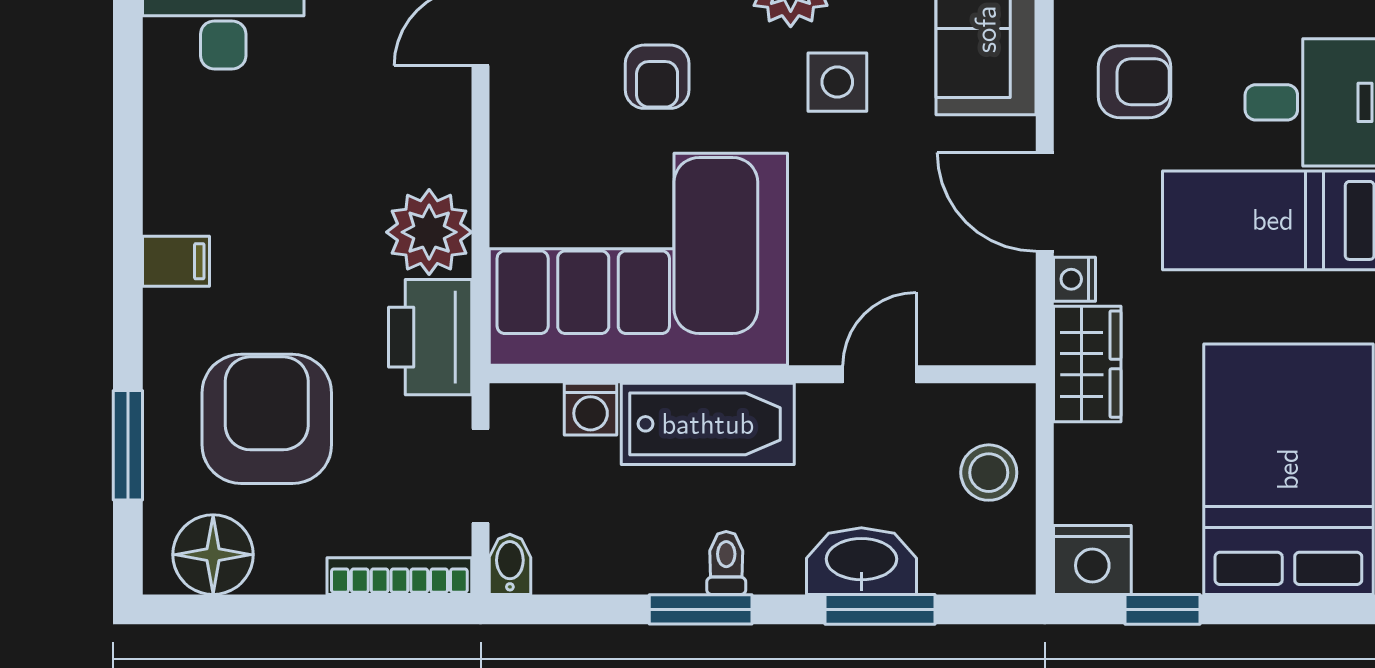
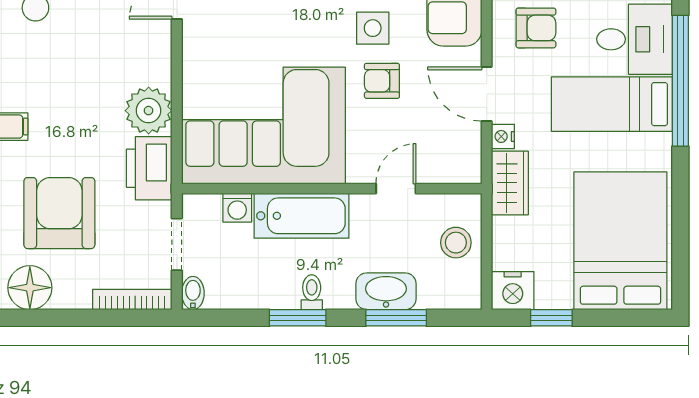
armchair: (657, 77) -> (382, 81), moved, turned 90

